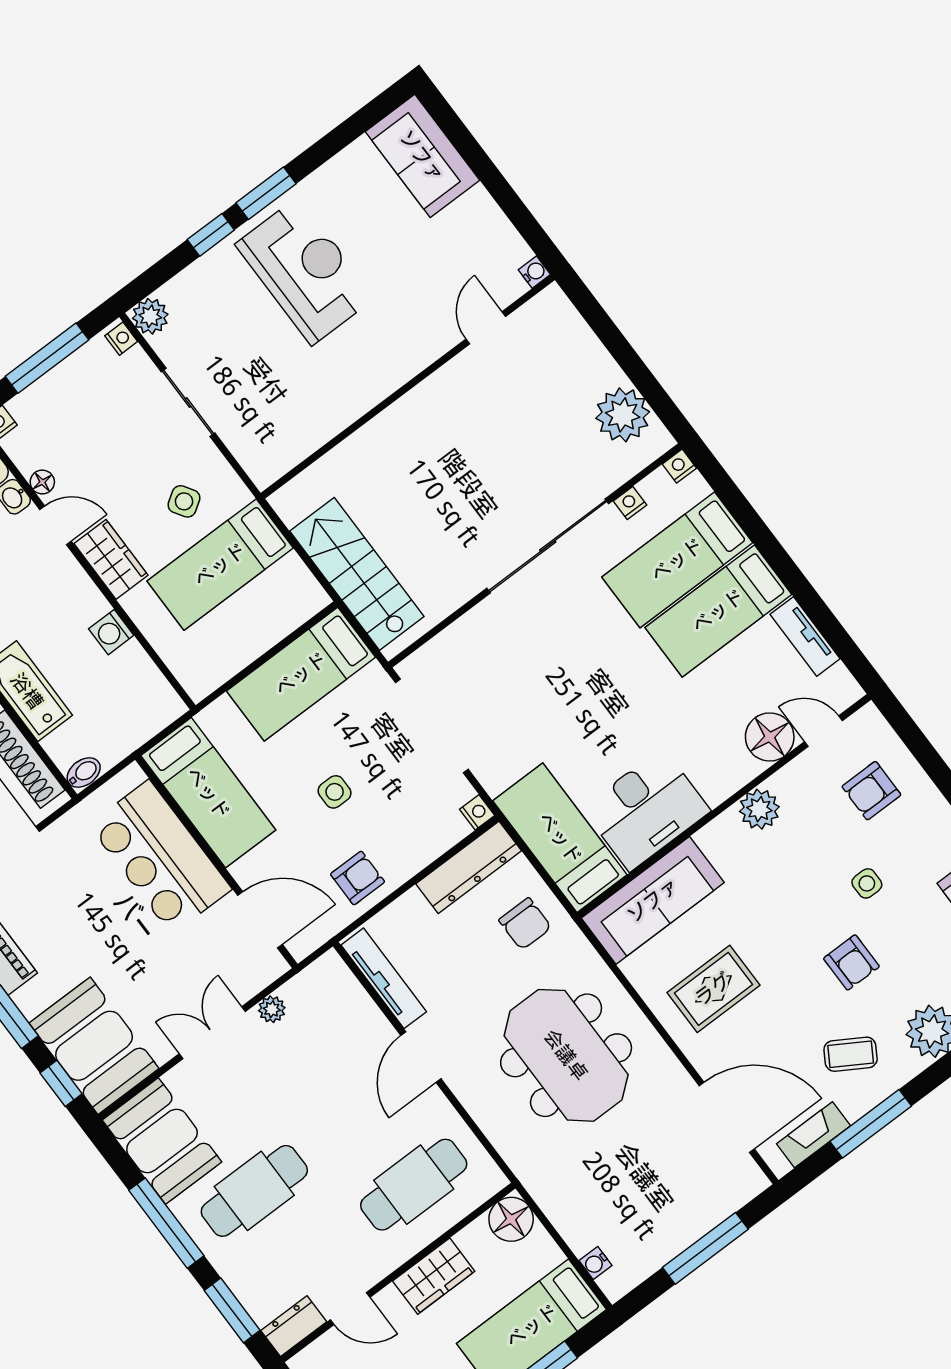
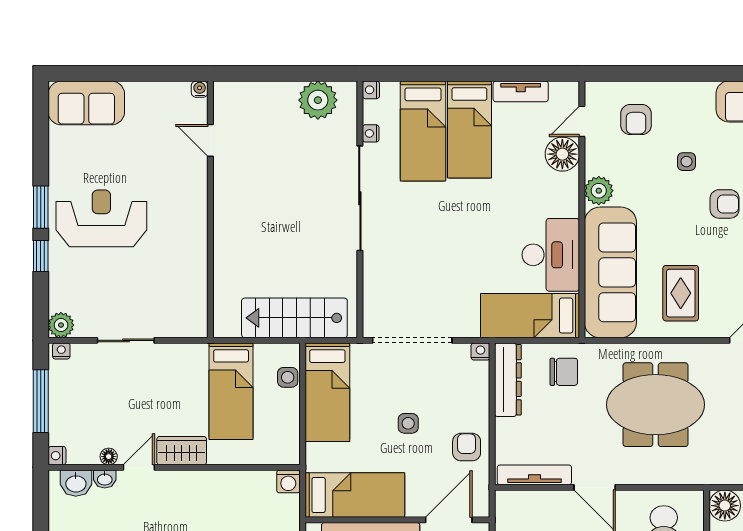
side table: (184, 501) -> (288, 377), moved, turned 33
washing machine: (111, 632) -> (288, 481), moved
sofa: (653, 900) -> (610, 272), width x1.36, depth x1.27

